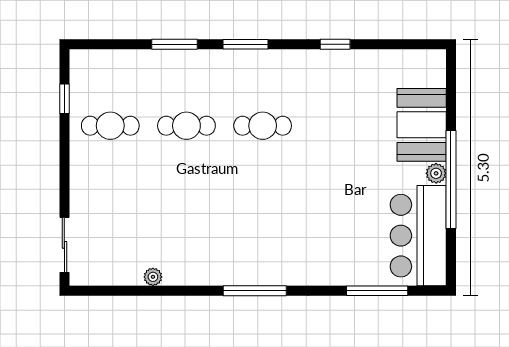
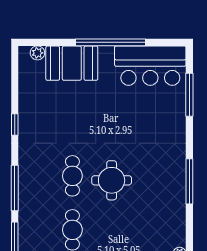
window: (246, 44) -> (15, 188), width x1.44
plant: (436, 173) -> (37, 53), moved
round table: (256, 181) -> (112, 180), added

